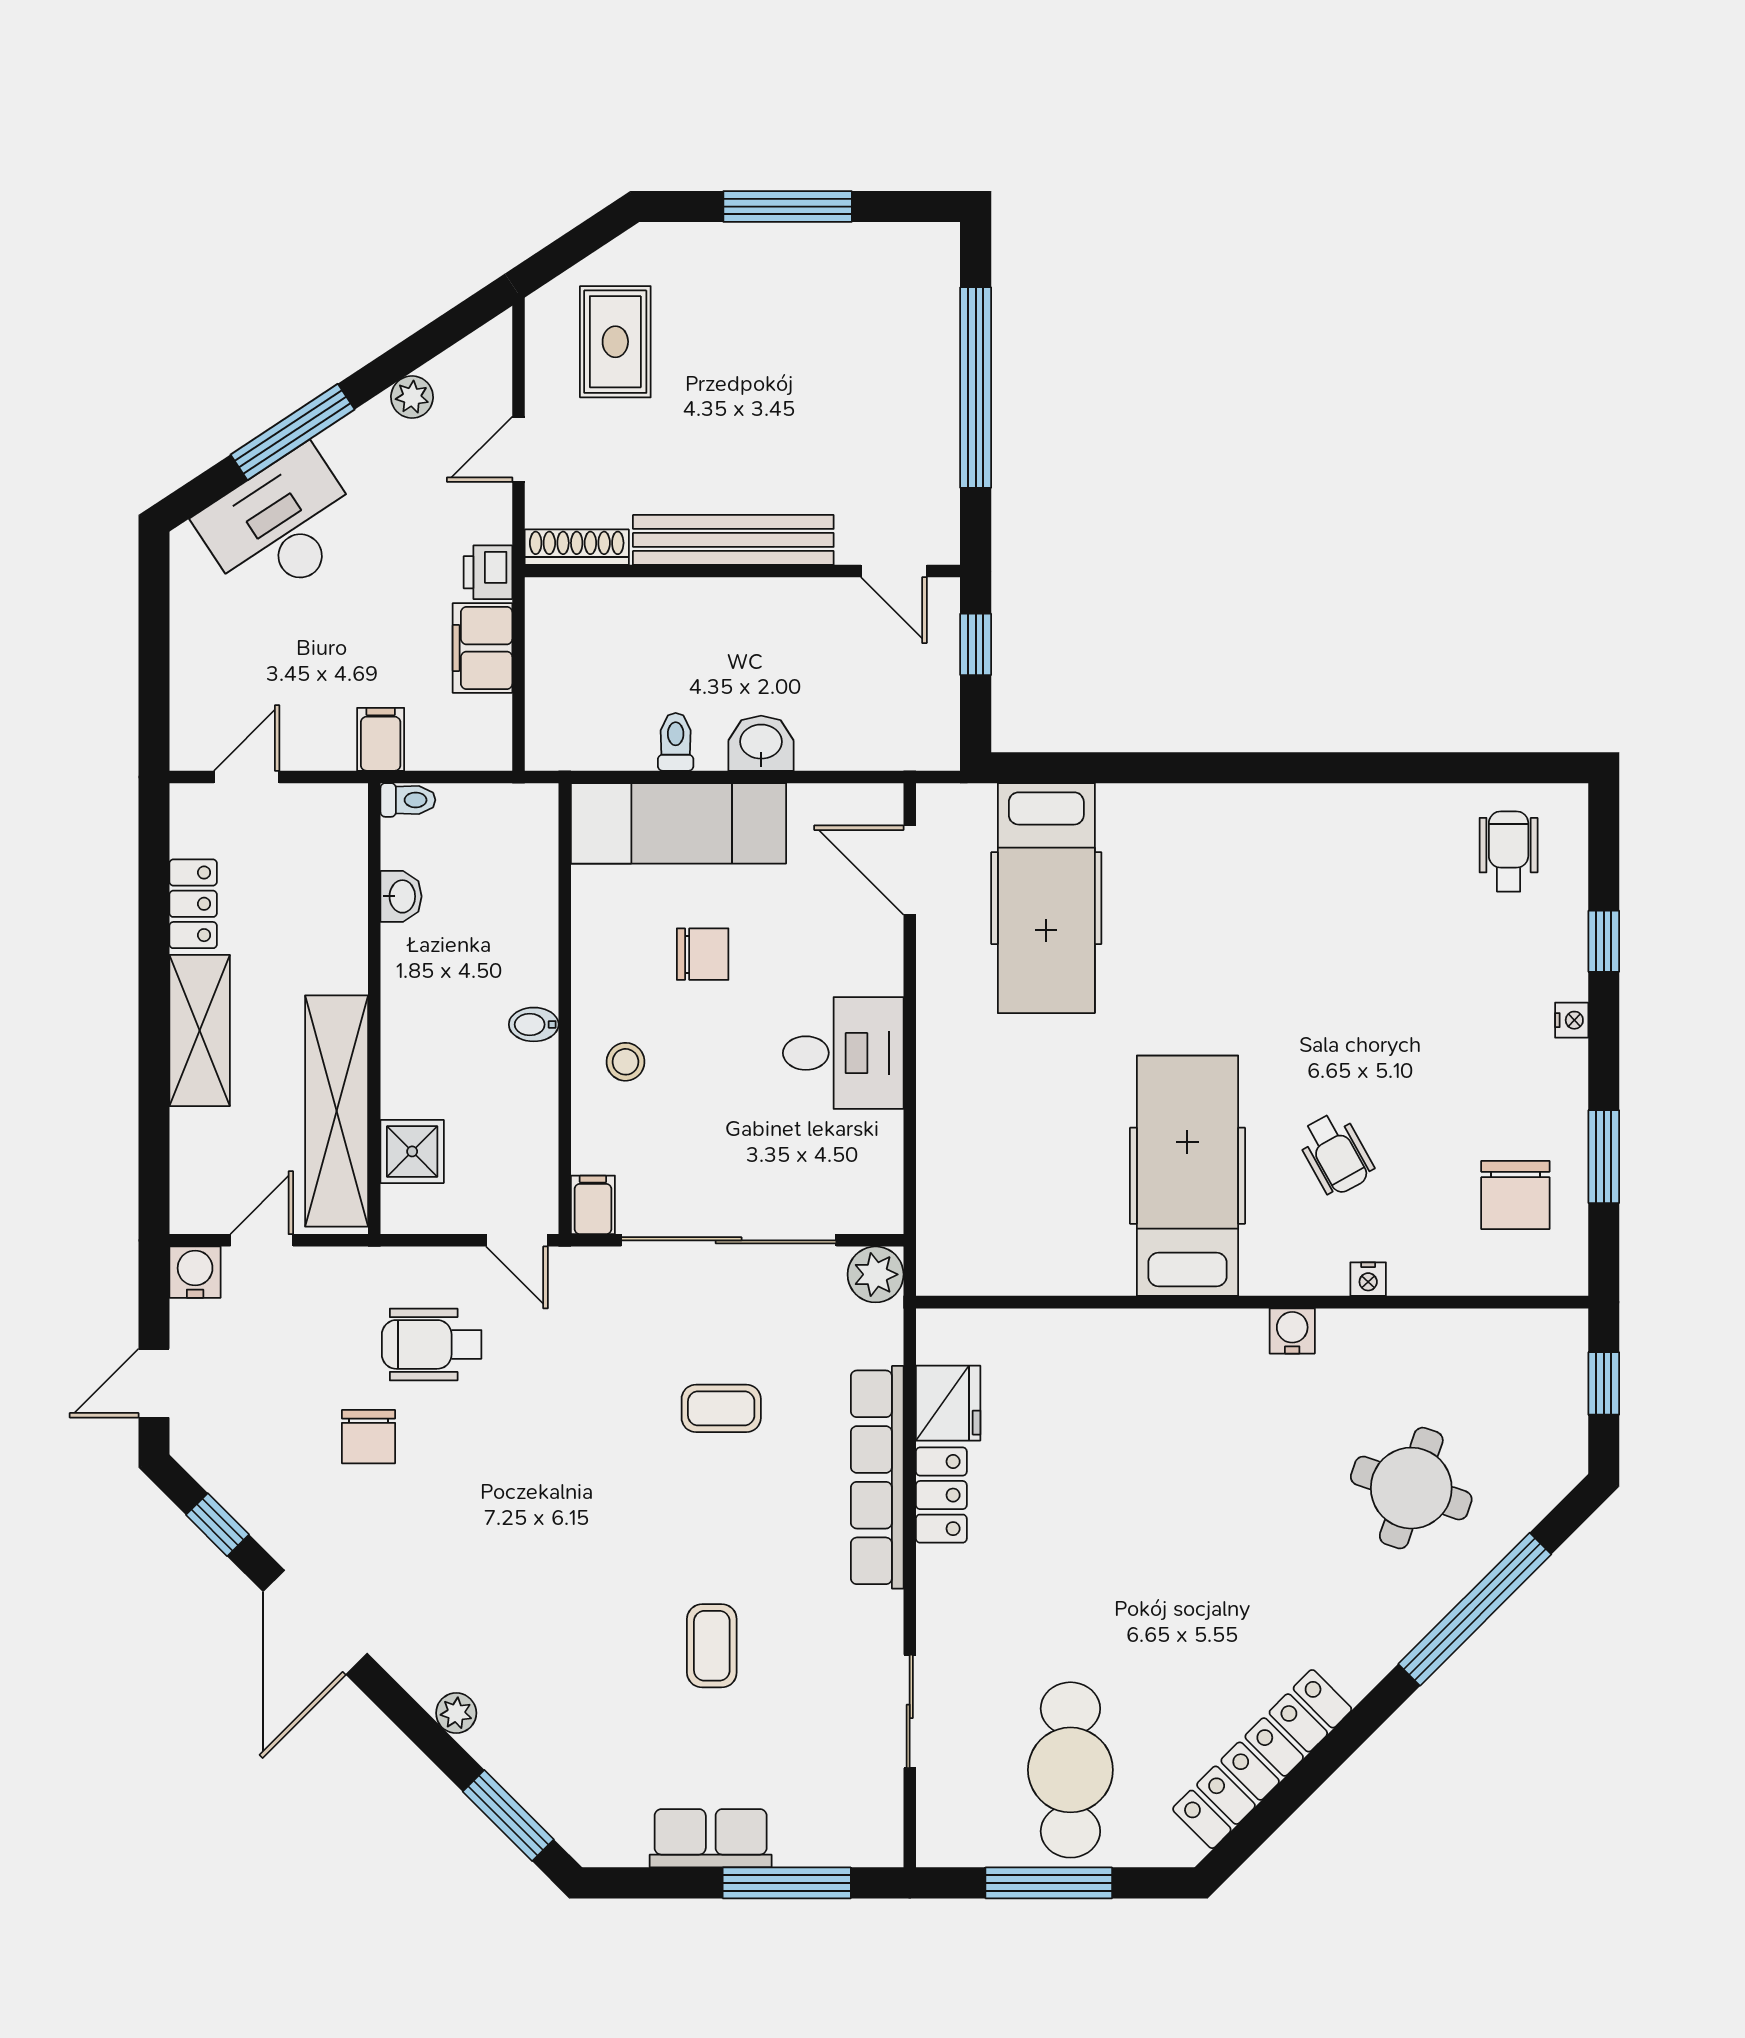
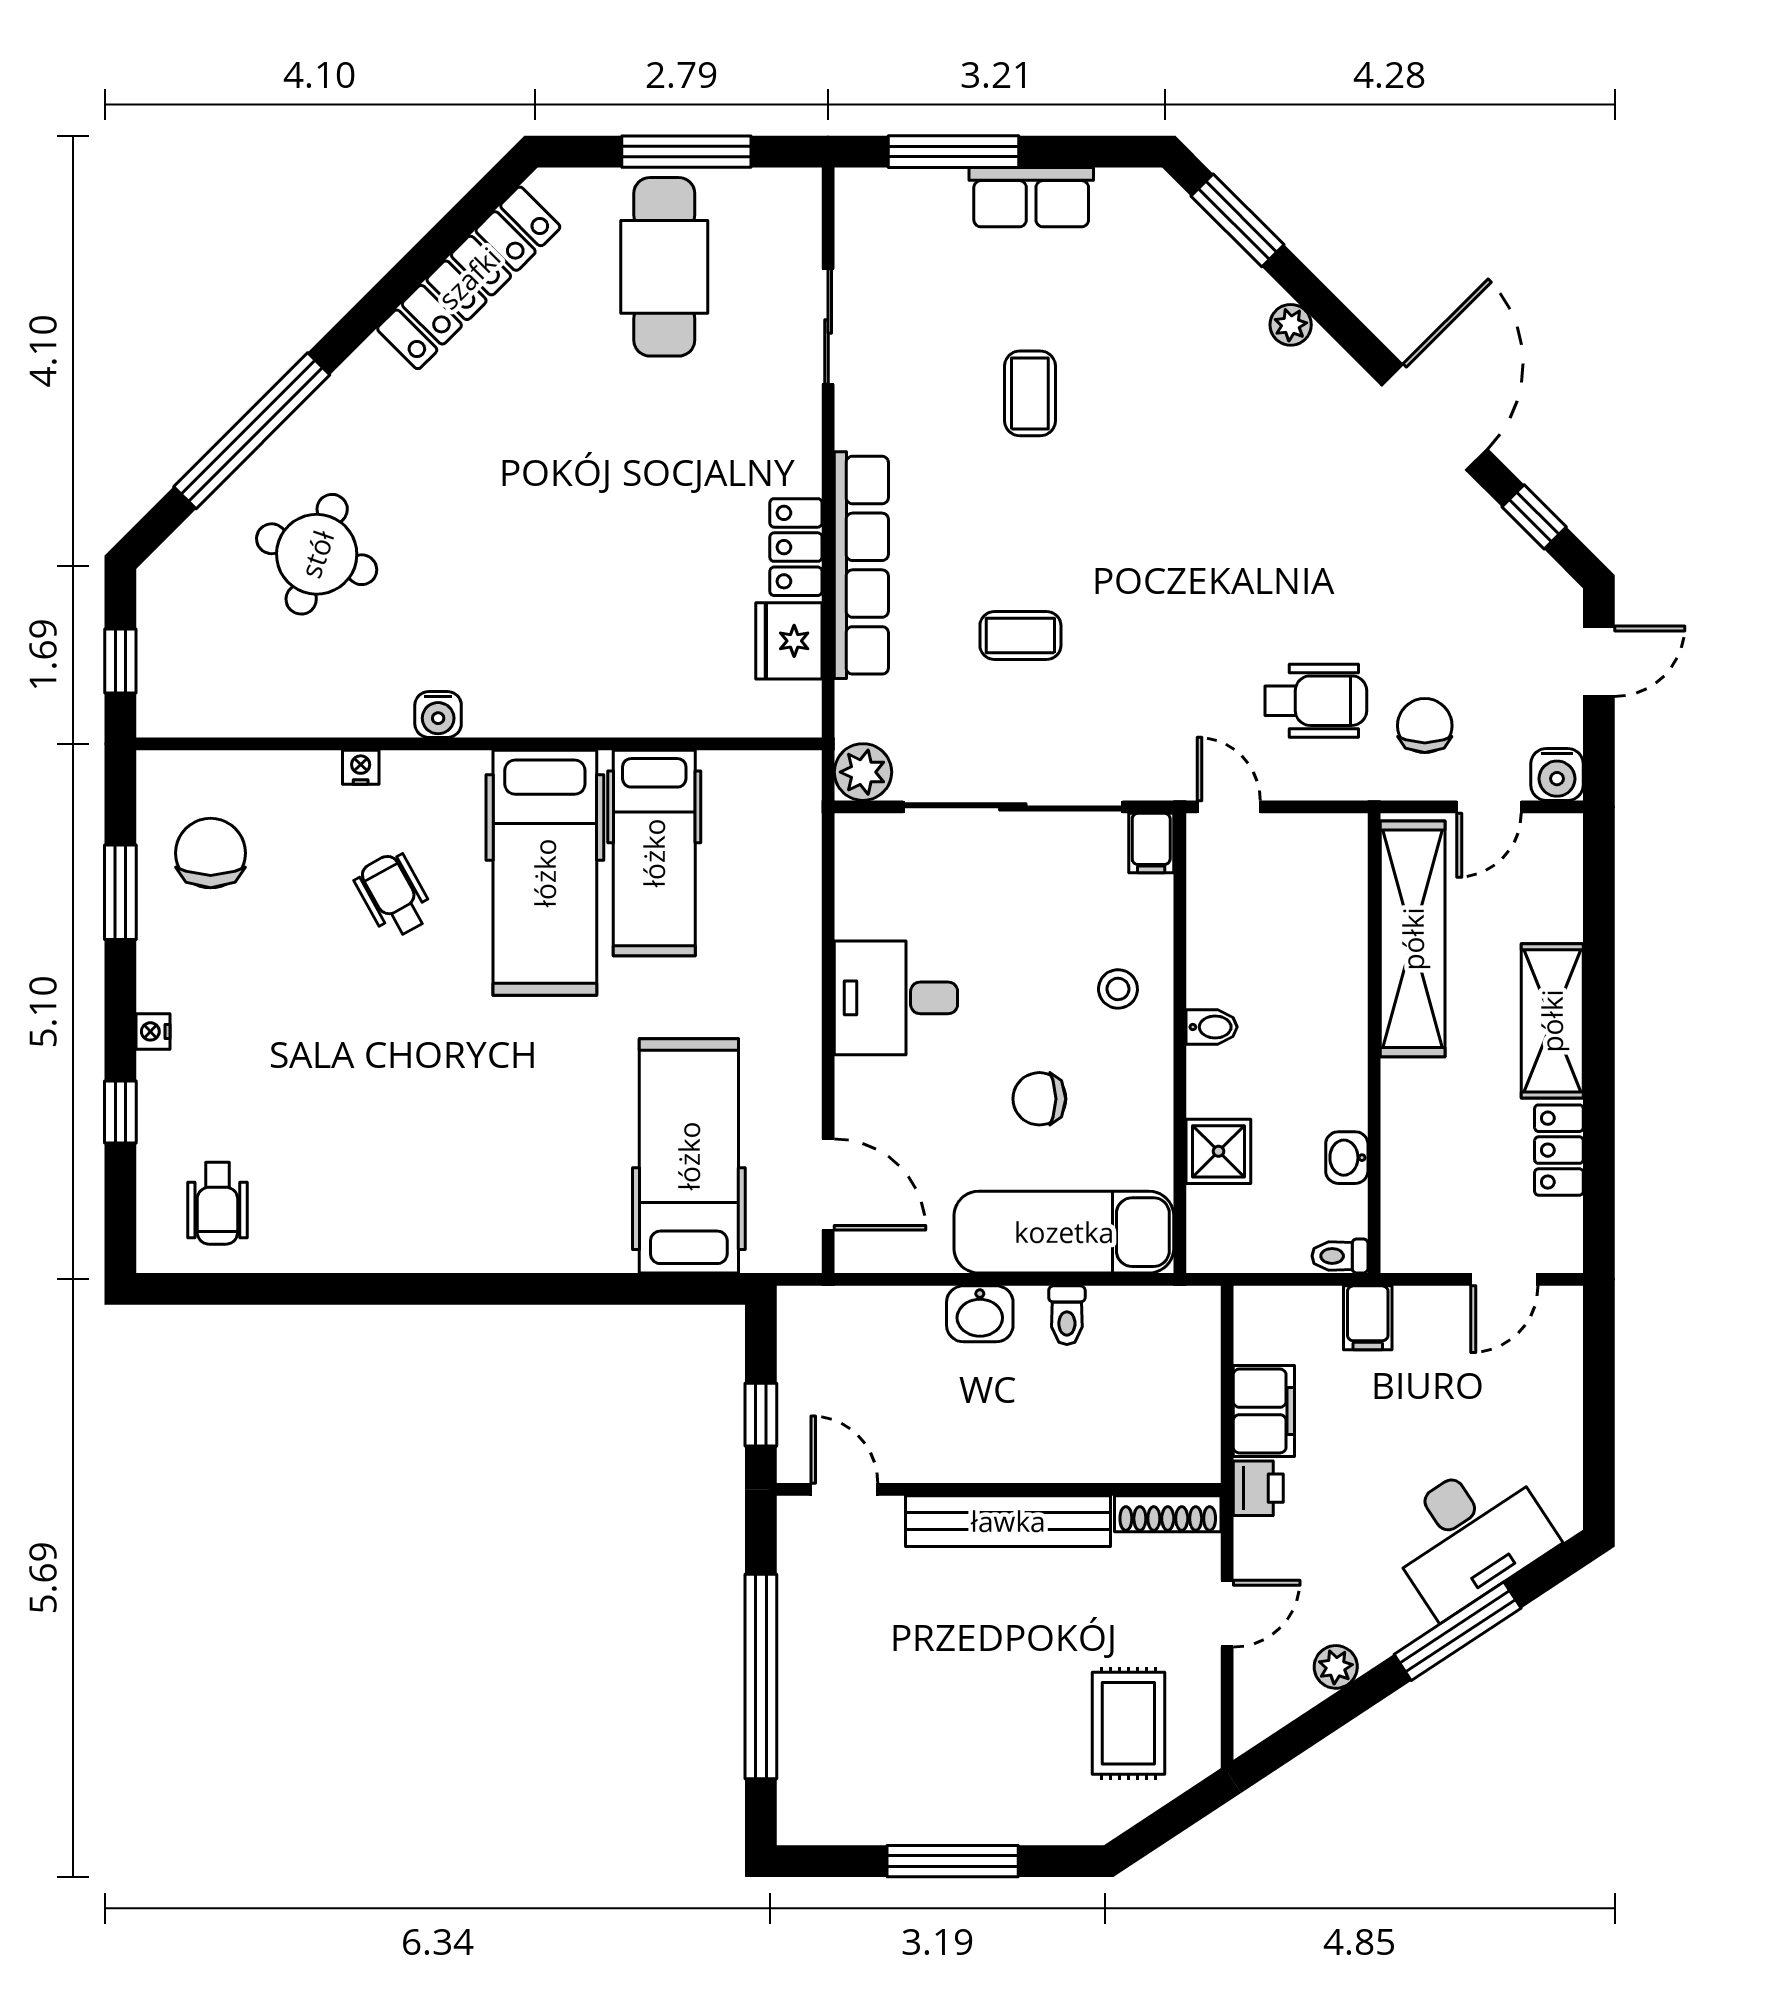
shower: (412, 1151) -> (1218, 1151), moved
hospital bed: (1080, 1195) -> (654, 853), added
chair: (369, 1437) -> (1425, 726), moved

